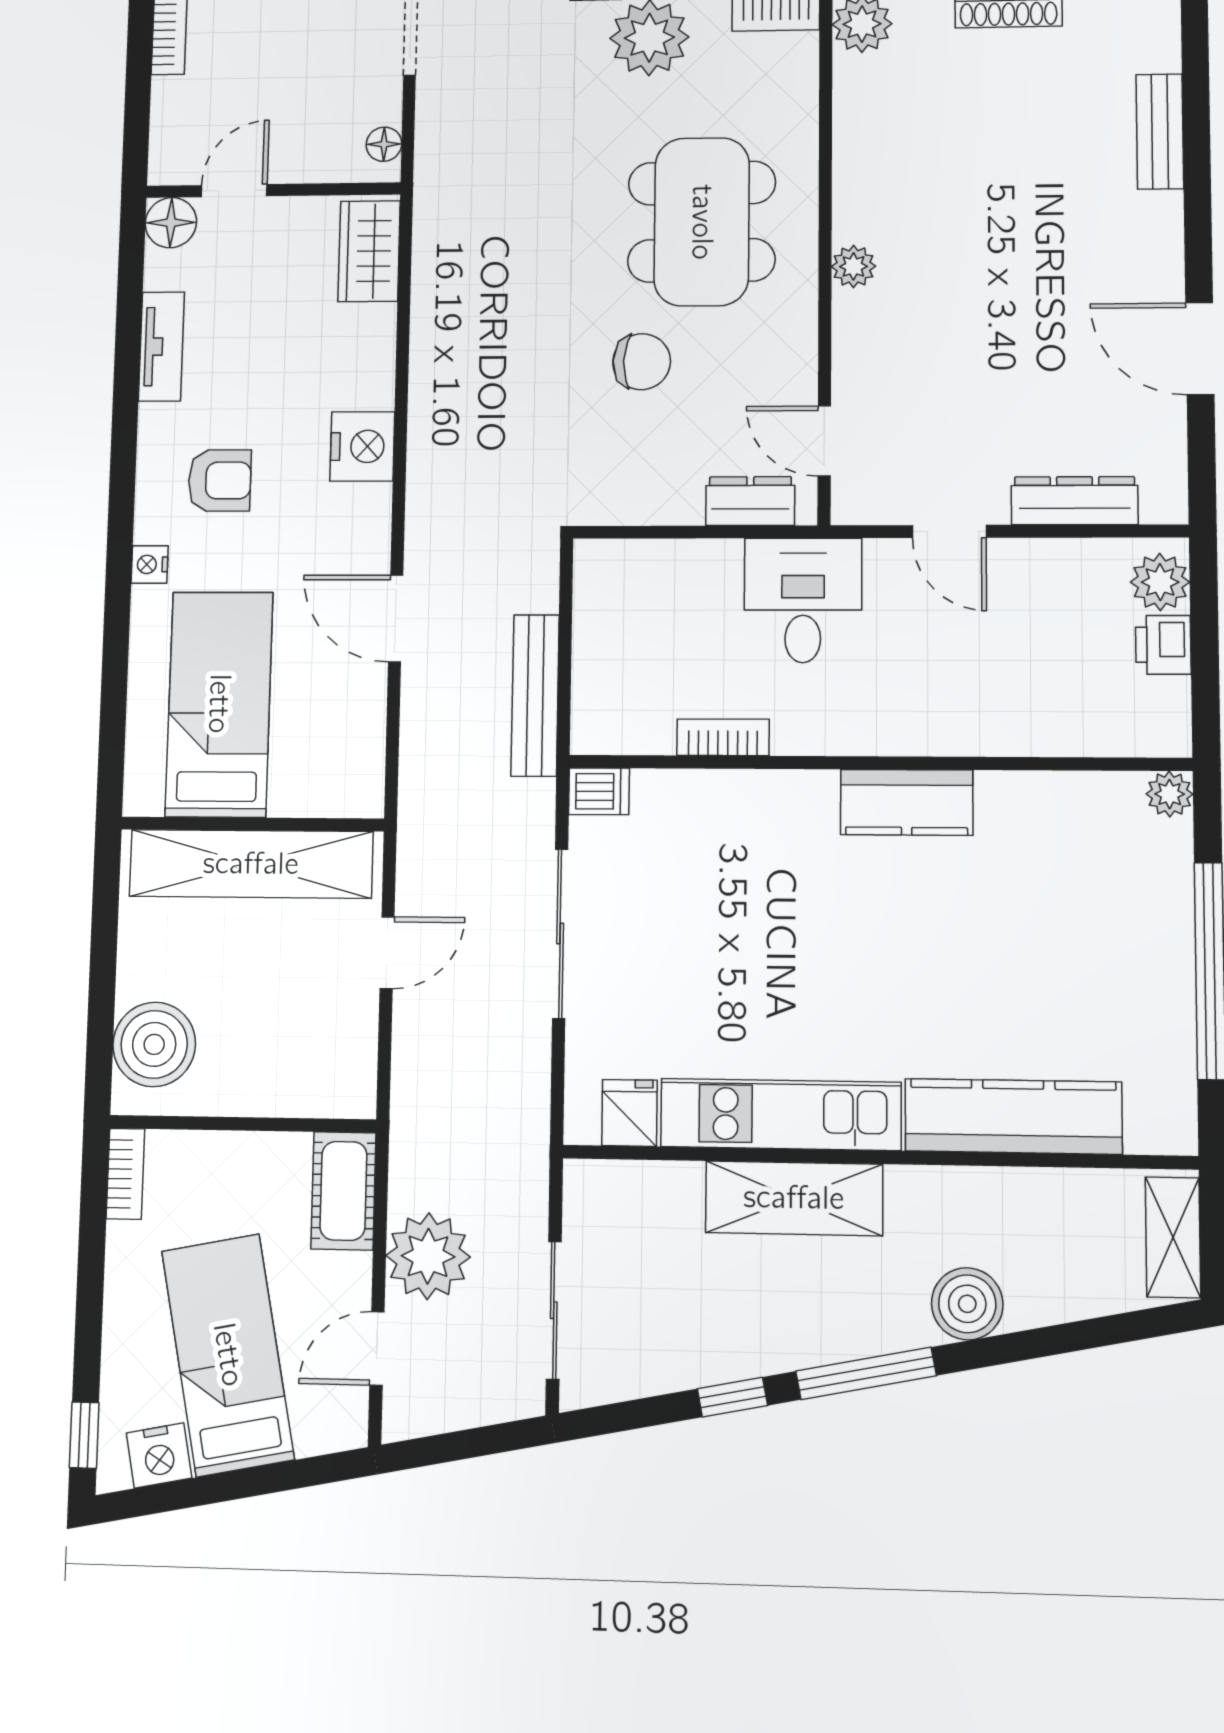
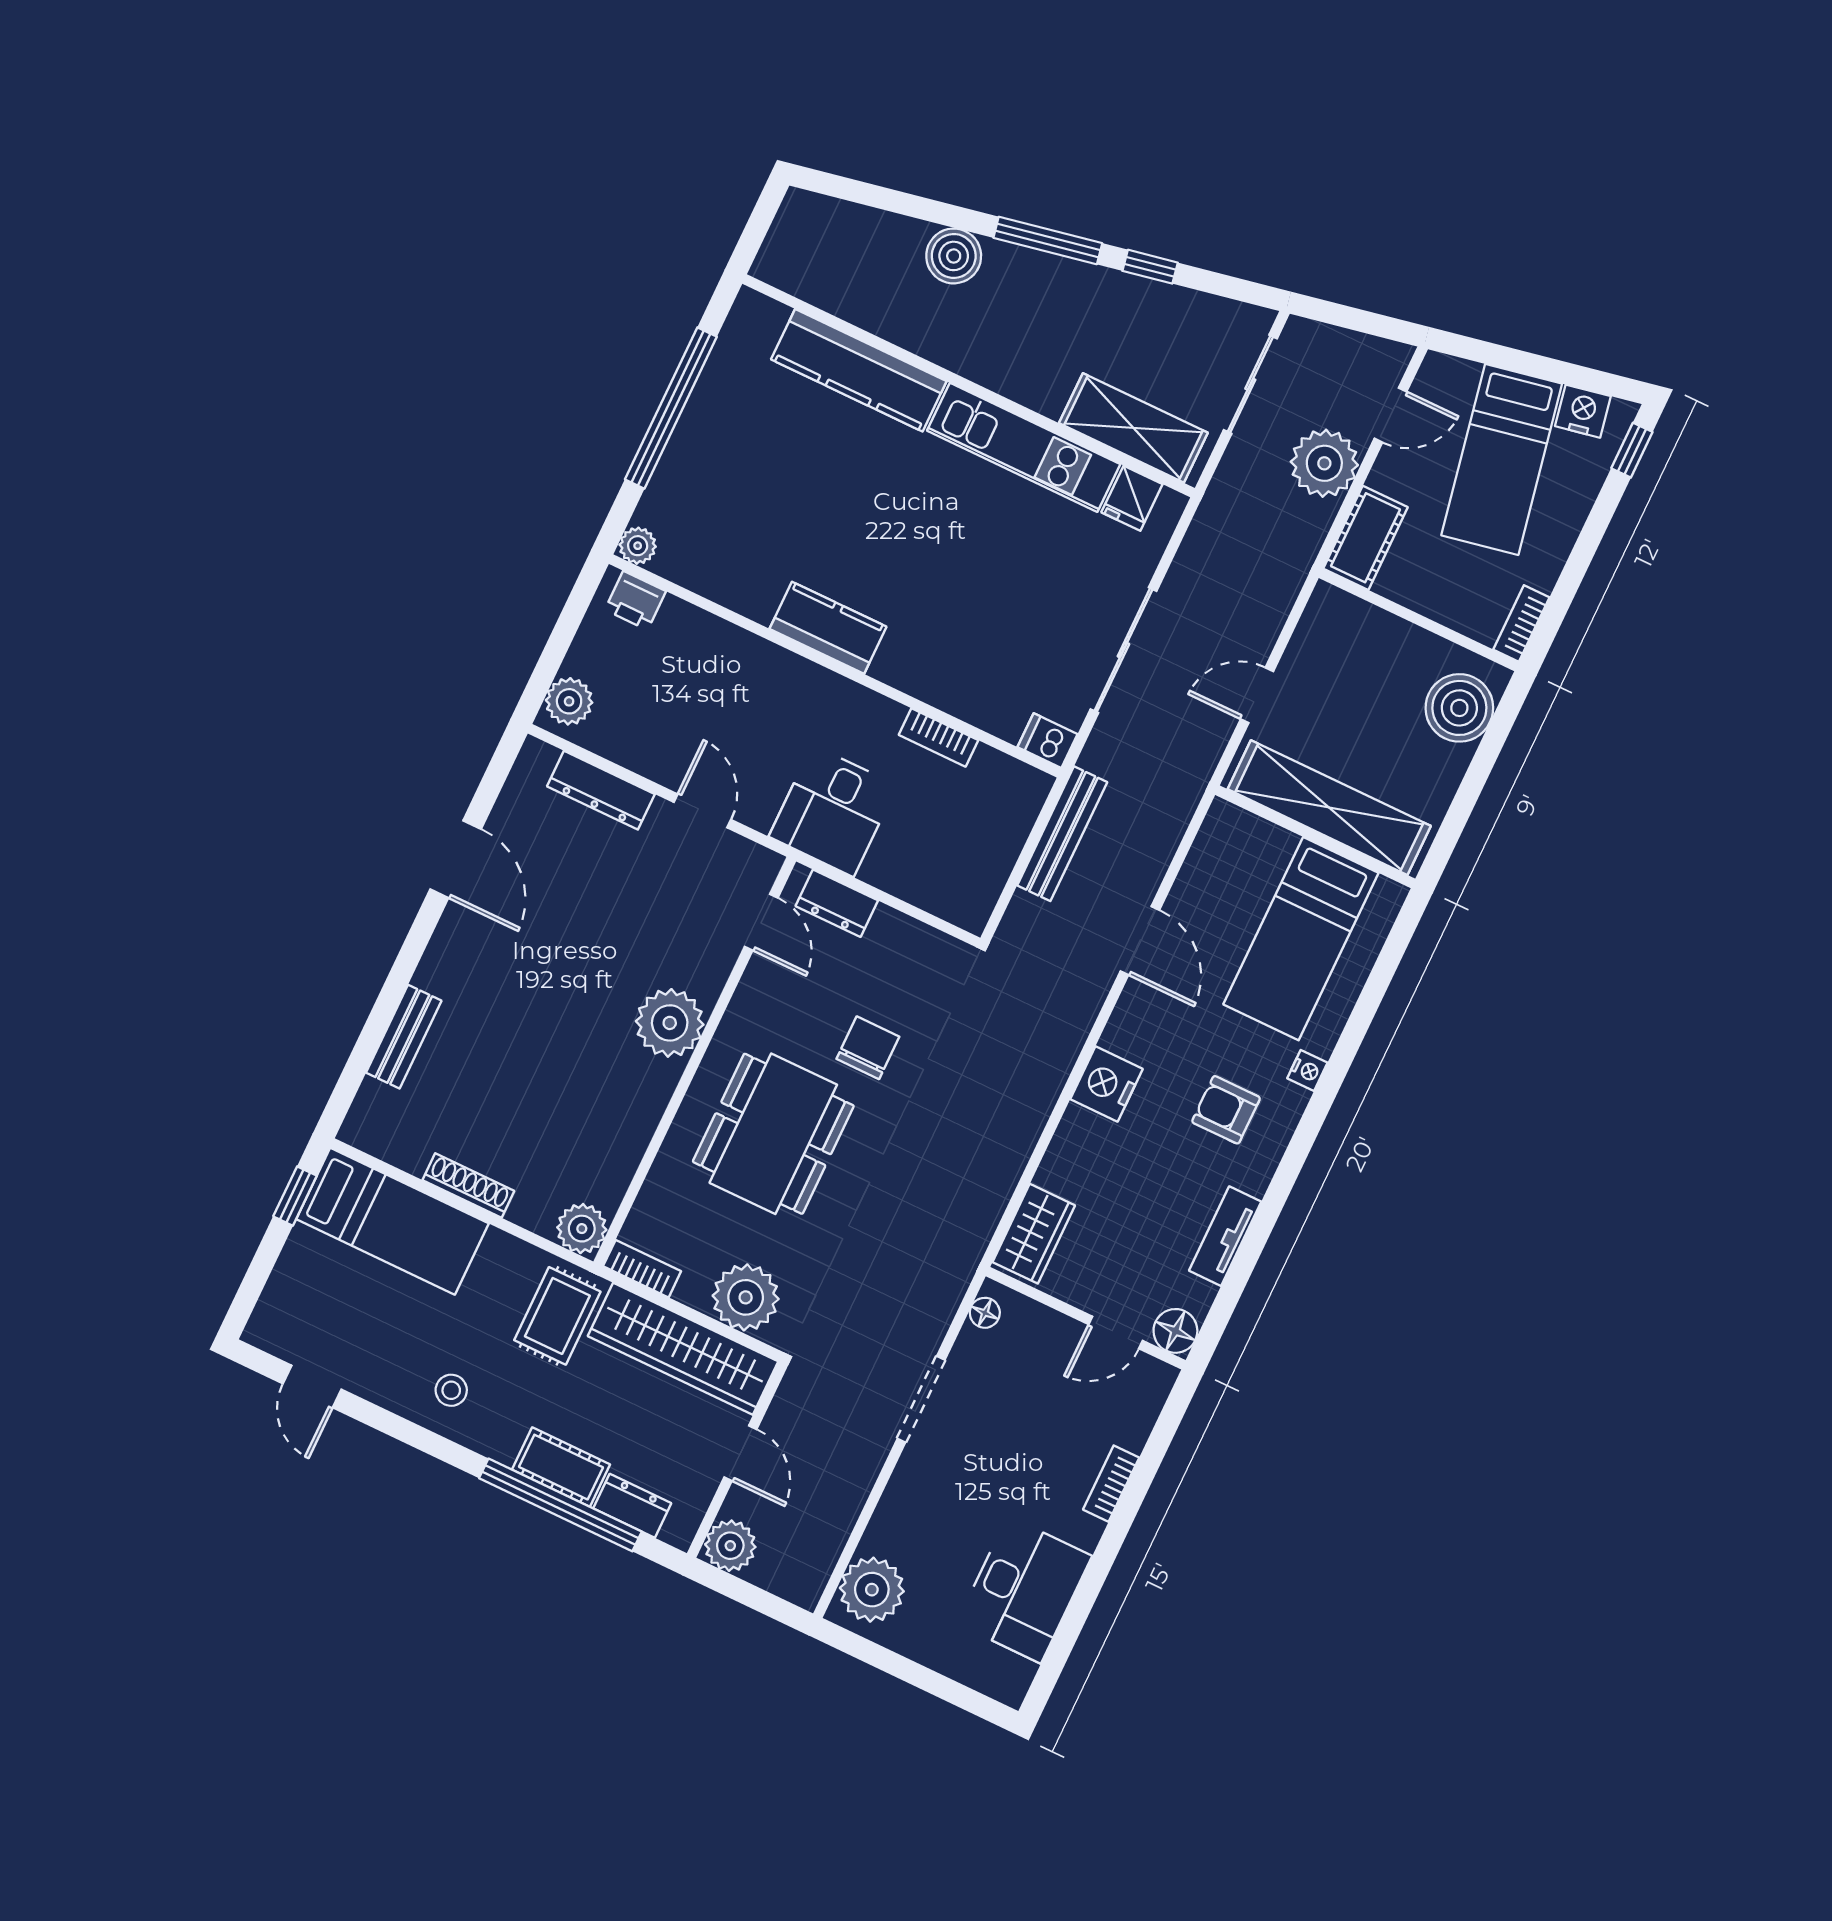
plant: (853, 266) -> (670, 1023), width x1.88, depth x1.88
chair: (642, 362) -> (868, 1048), turned 88
printer: (1163, 645) -> (635, 600), moved, turned 90
shelving: (794, 1198) -> (1133, 428), moved
shelving: (1173, 1237) -> (788, 236), removed

